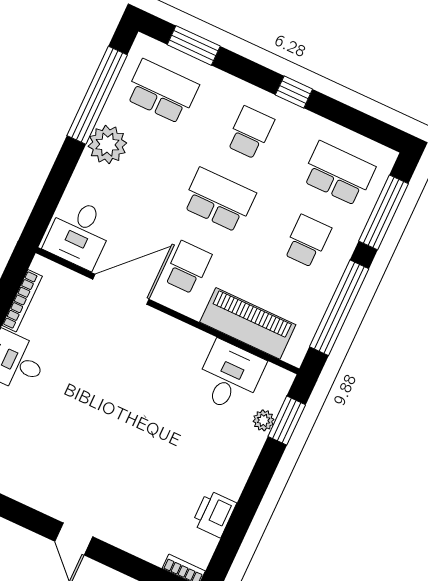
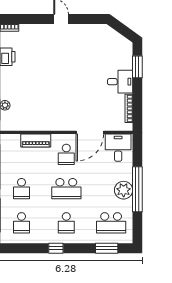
window: (97, 95) -> (137, 189), moved
school desk: (338, 174) -> (21, 223), width x0.54
piano: (248, 323) -> (36, 141), width x0.73, depth x0.75
desk: (230, 377) -> (28, 117), removed

